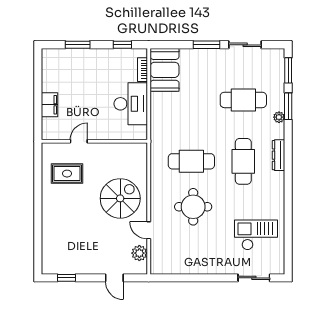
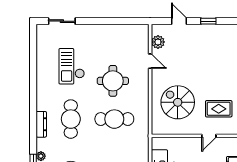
spiral stairs: (120, 198) -> (178, 102), moved, turned 90
checkout: (256, 235) -> (72, 66), moved, turned 90
window: (67, 278) -> (208, 21), moved

